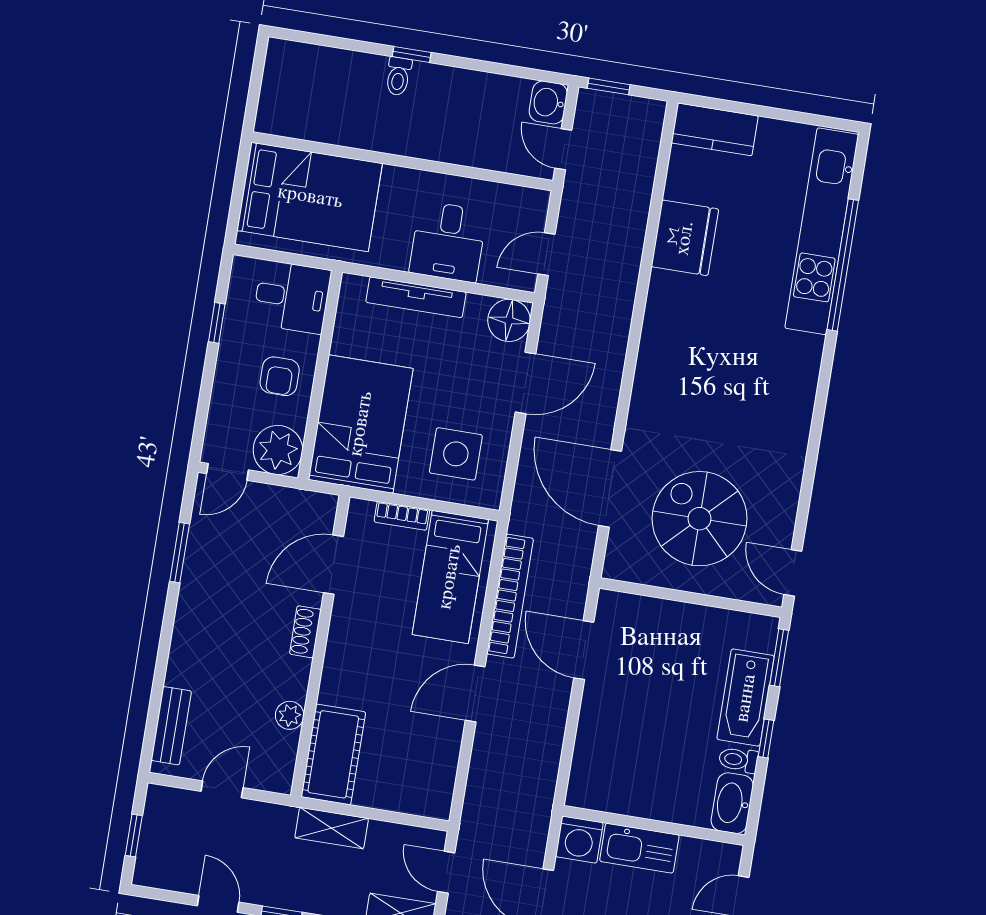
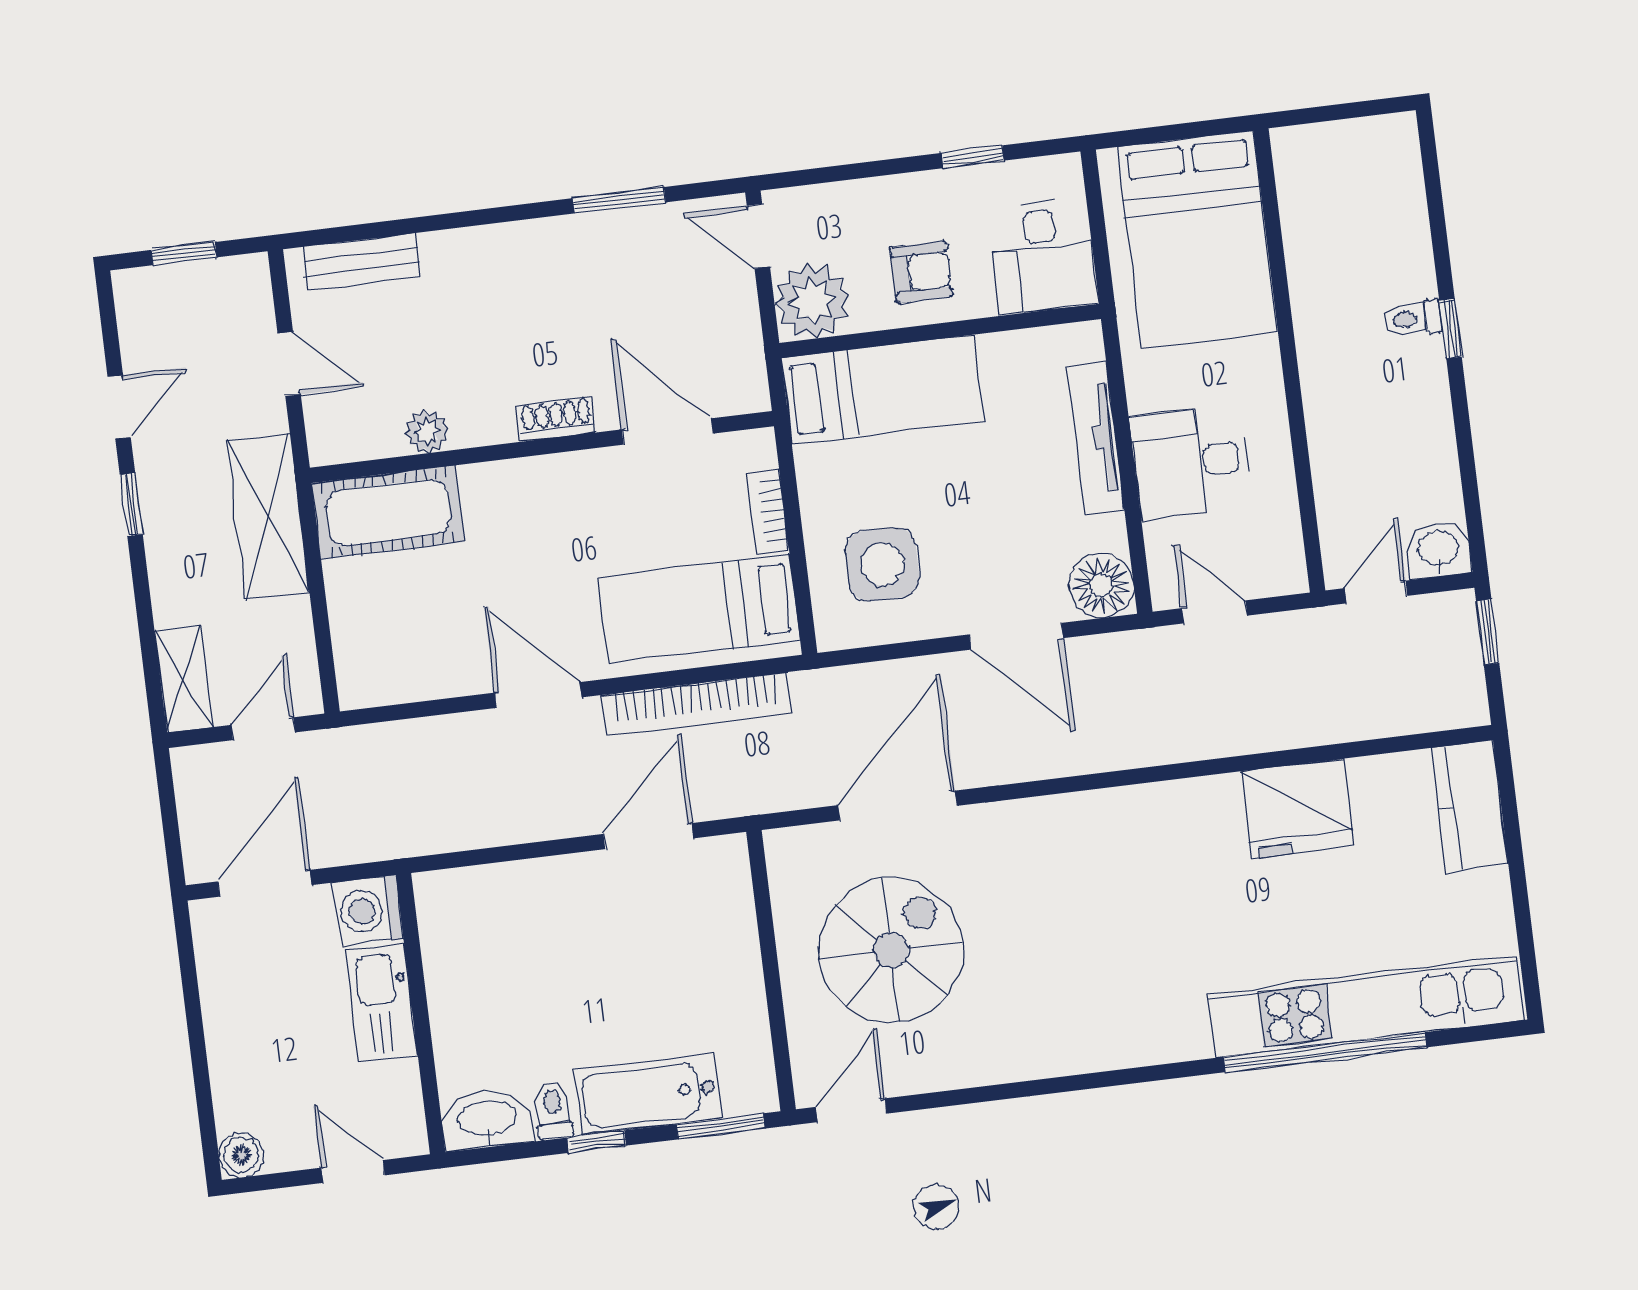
armchair: (280, 376) -> (921, 272), turned 180
bed: (361, 424) -> (883, 390), width x0.67
shelving: (332, 828) -> (268, 516), width x1.50, depth x1.33

